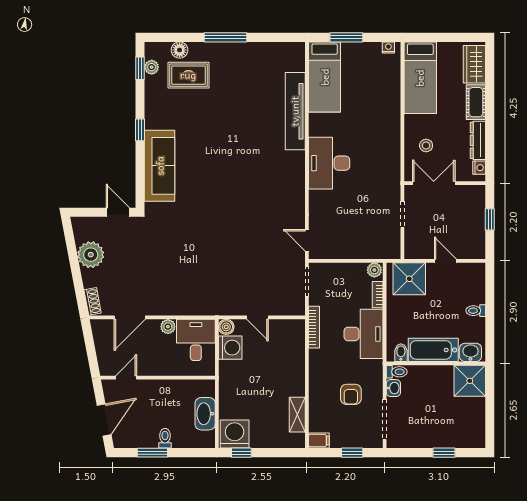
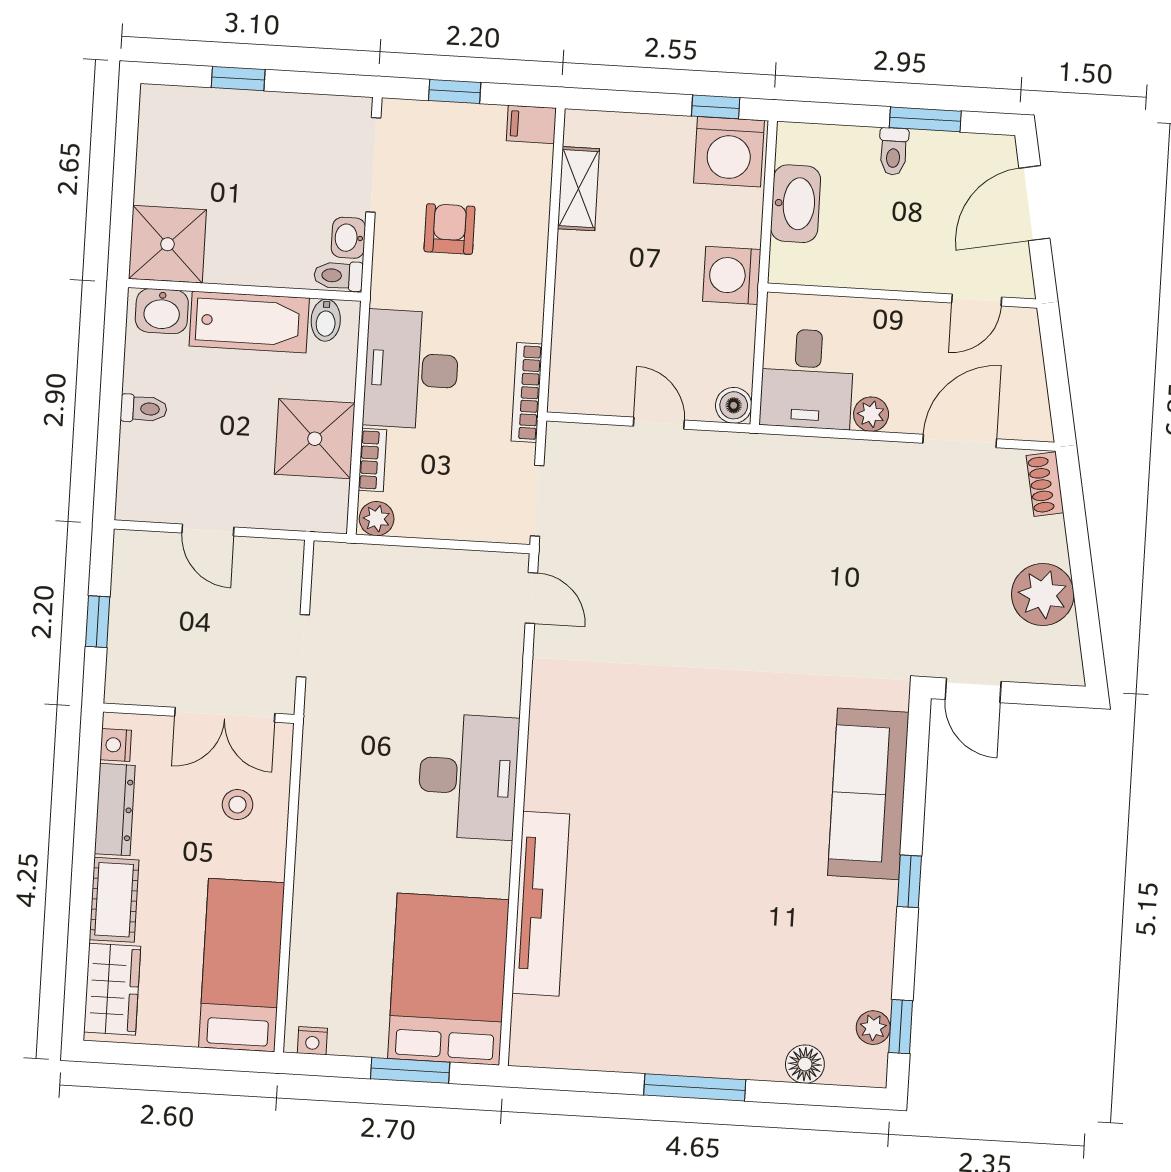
rug: (188, 75) -> (787, 1004), removed
bed: (325, 77) -> (448, 979), width x1.50
shower: (409, 279) -> (315, 439), moved
washing machine: (230, 348) -> (732, 275), moved

